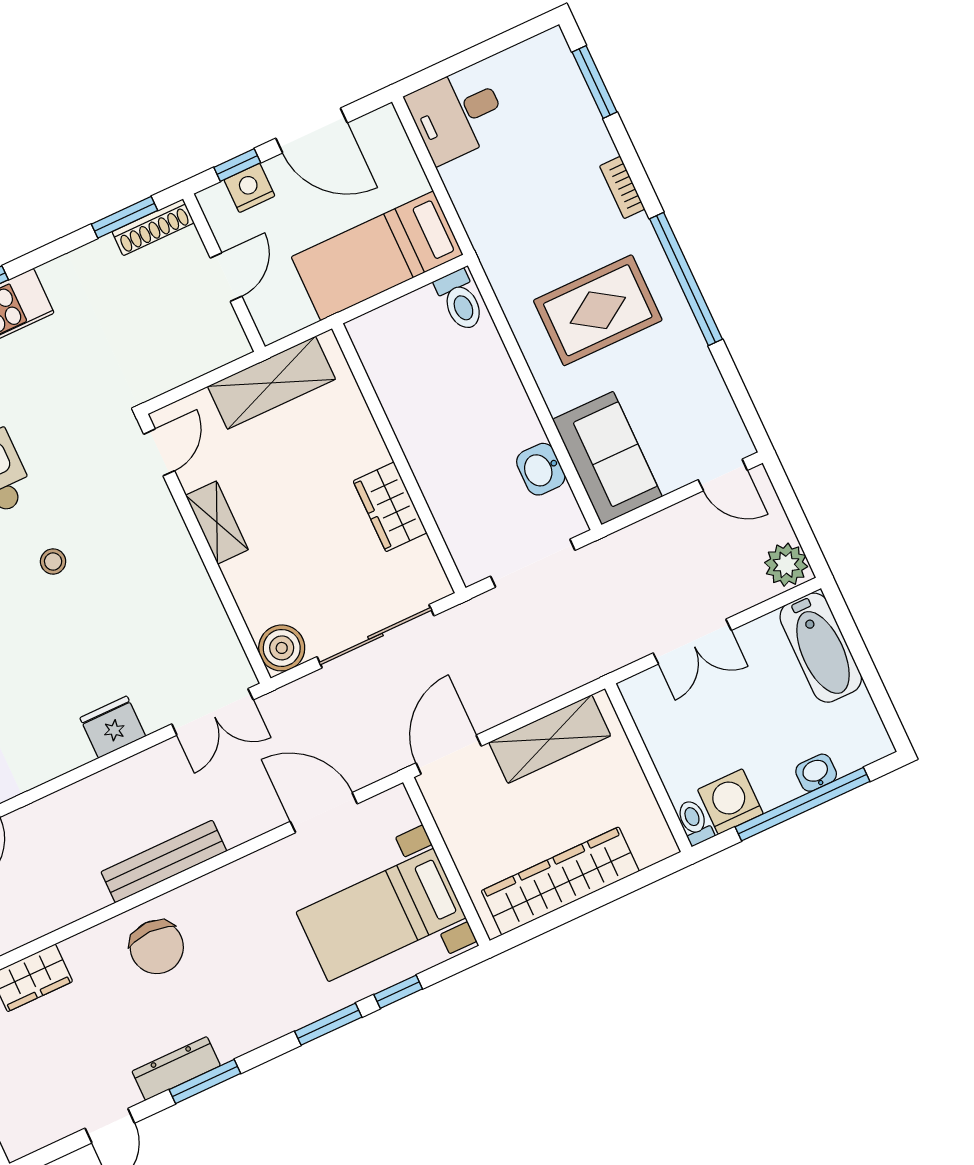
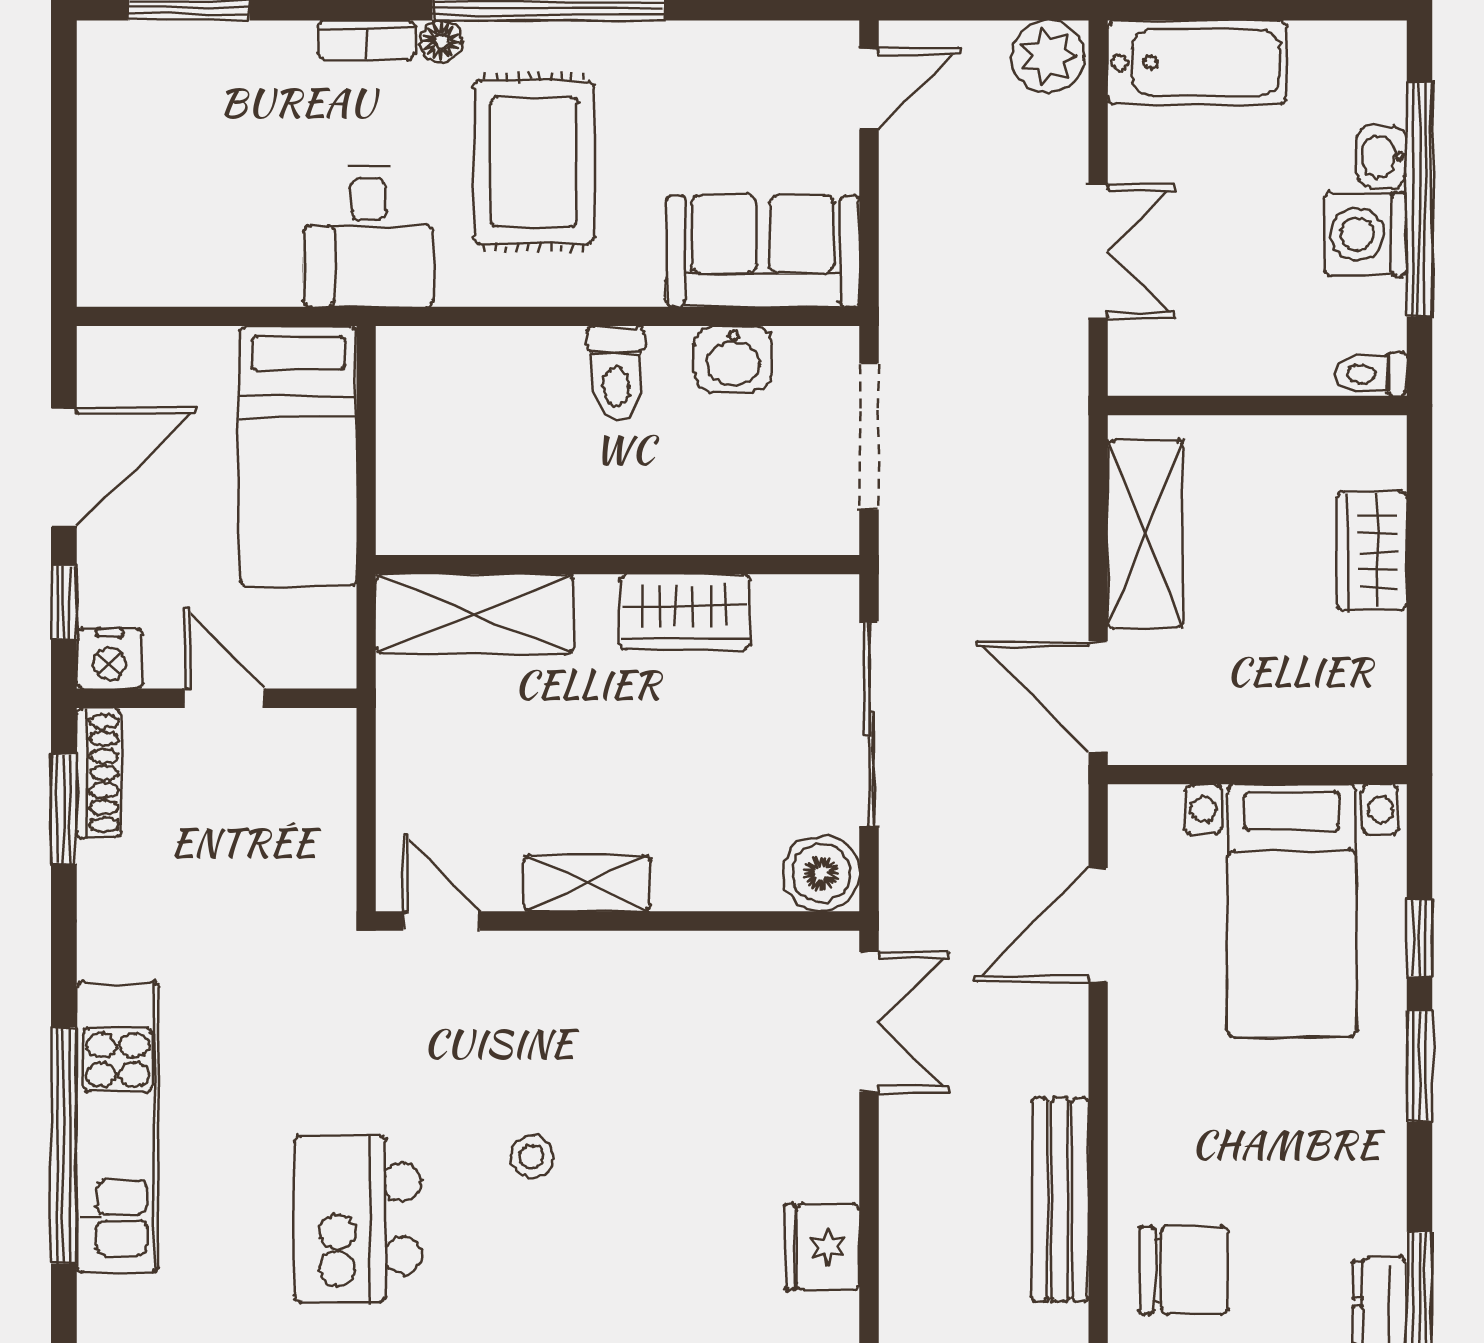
desk: (457, 114) -> (368, 237), moved
nightstand: (249, 188) -> (110, 658), moved, turned -90
floor lamp: (640, 229) -> (441, 41), added
toilet: (460, 301) -> (616, 373), moved, turned 90
shelving: (272, 383) -> (475, 614), moved, turned 90
fridge: (113, 727) -> (822, 1247), moved
washing machine: (730, 802) -> (1365, 234), moved
wardrobe: (560, 881) -> (1372, 551), width x0.48, depth x0.85

